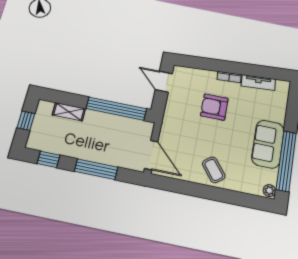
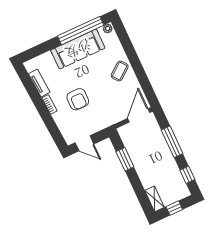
door: (164, 82) -> (84, 143), hinge flipped
window: (116, 109) -> (125, 159), width x0.47
shelving: (69, 112) -> (155, 199), moved
sofa: (268, 144) -> (78, 49), width x1.36

